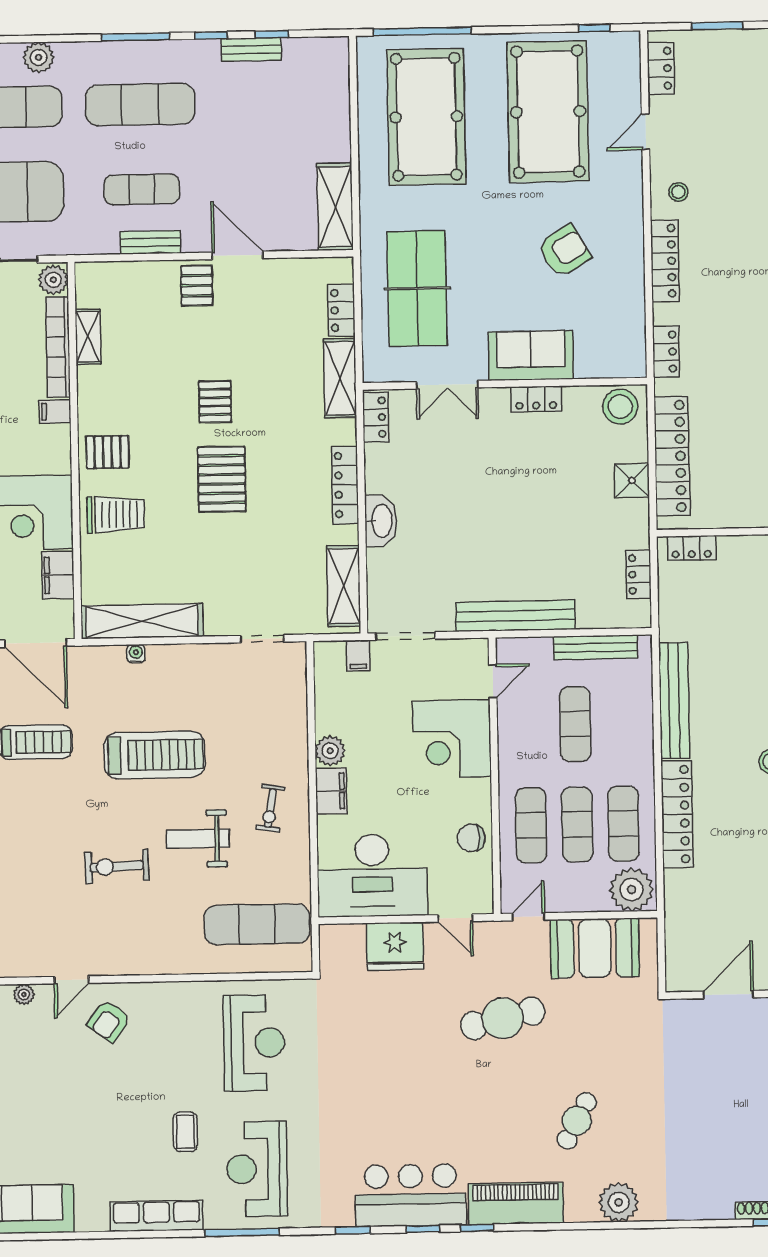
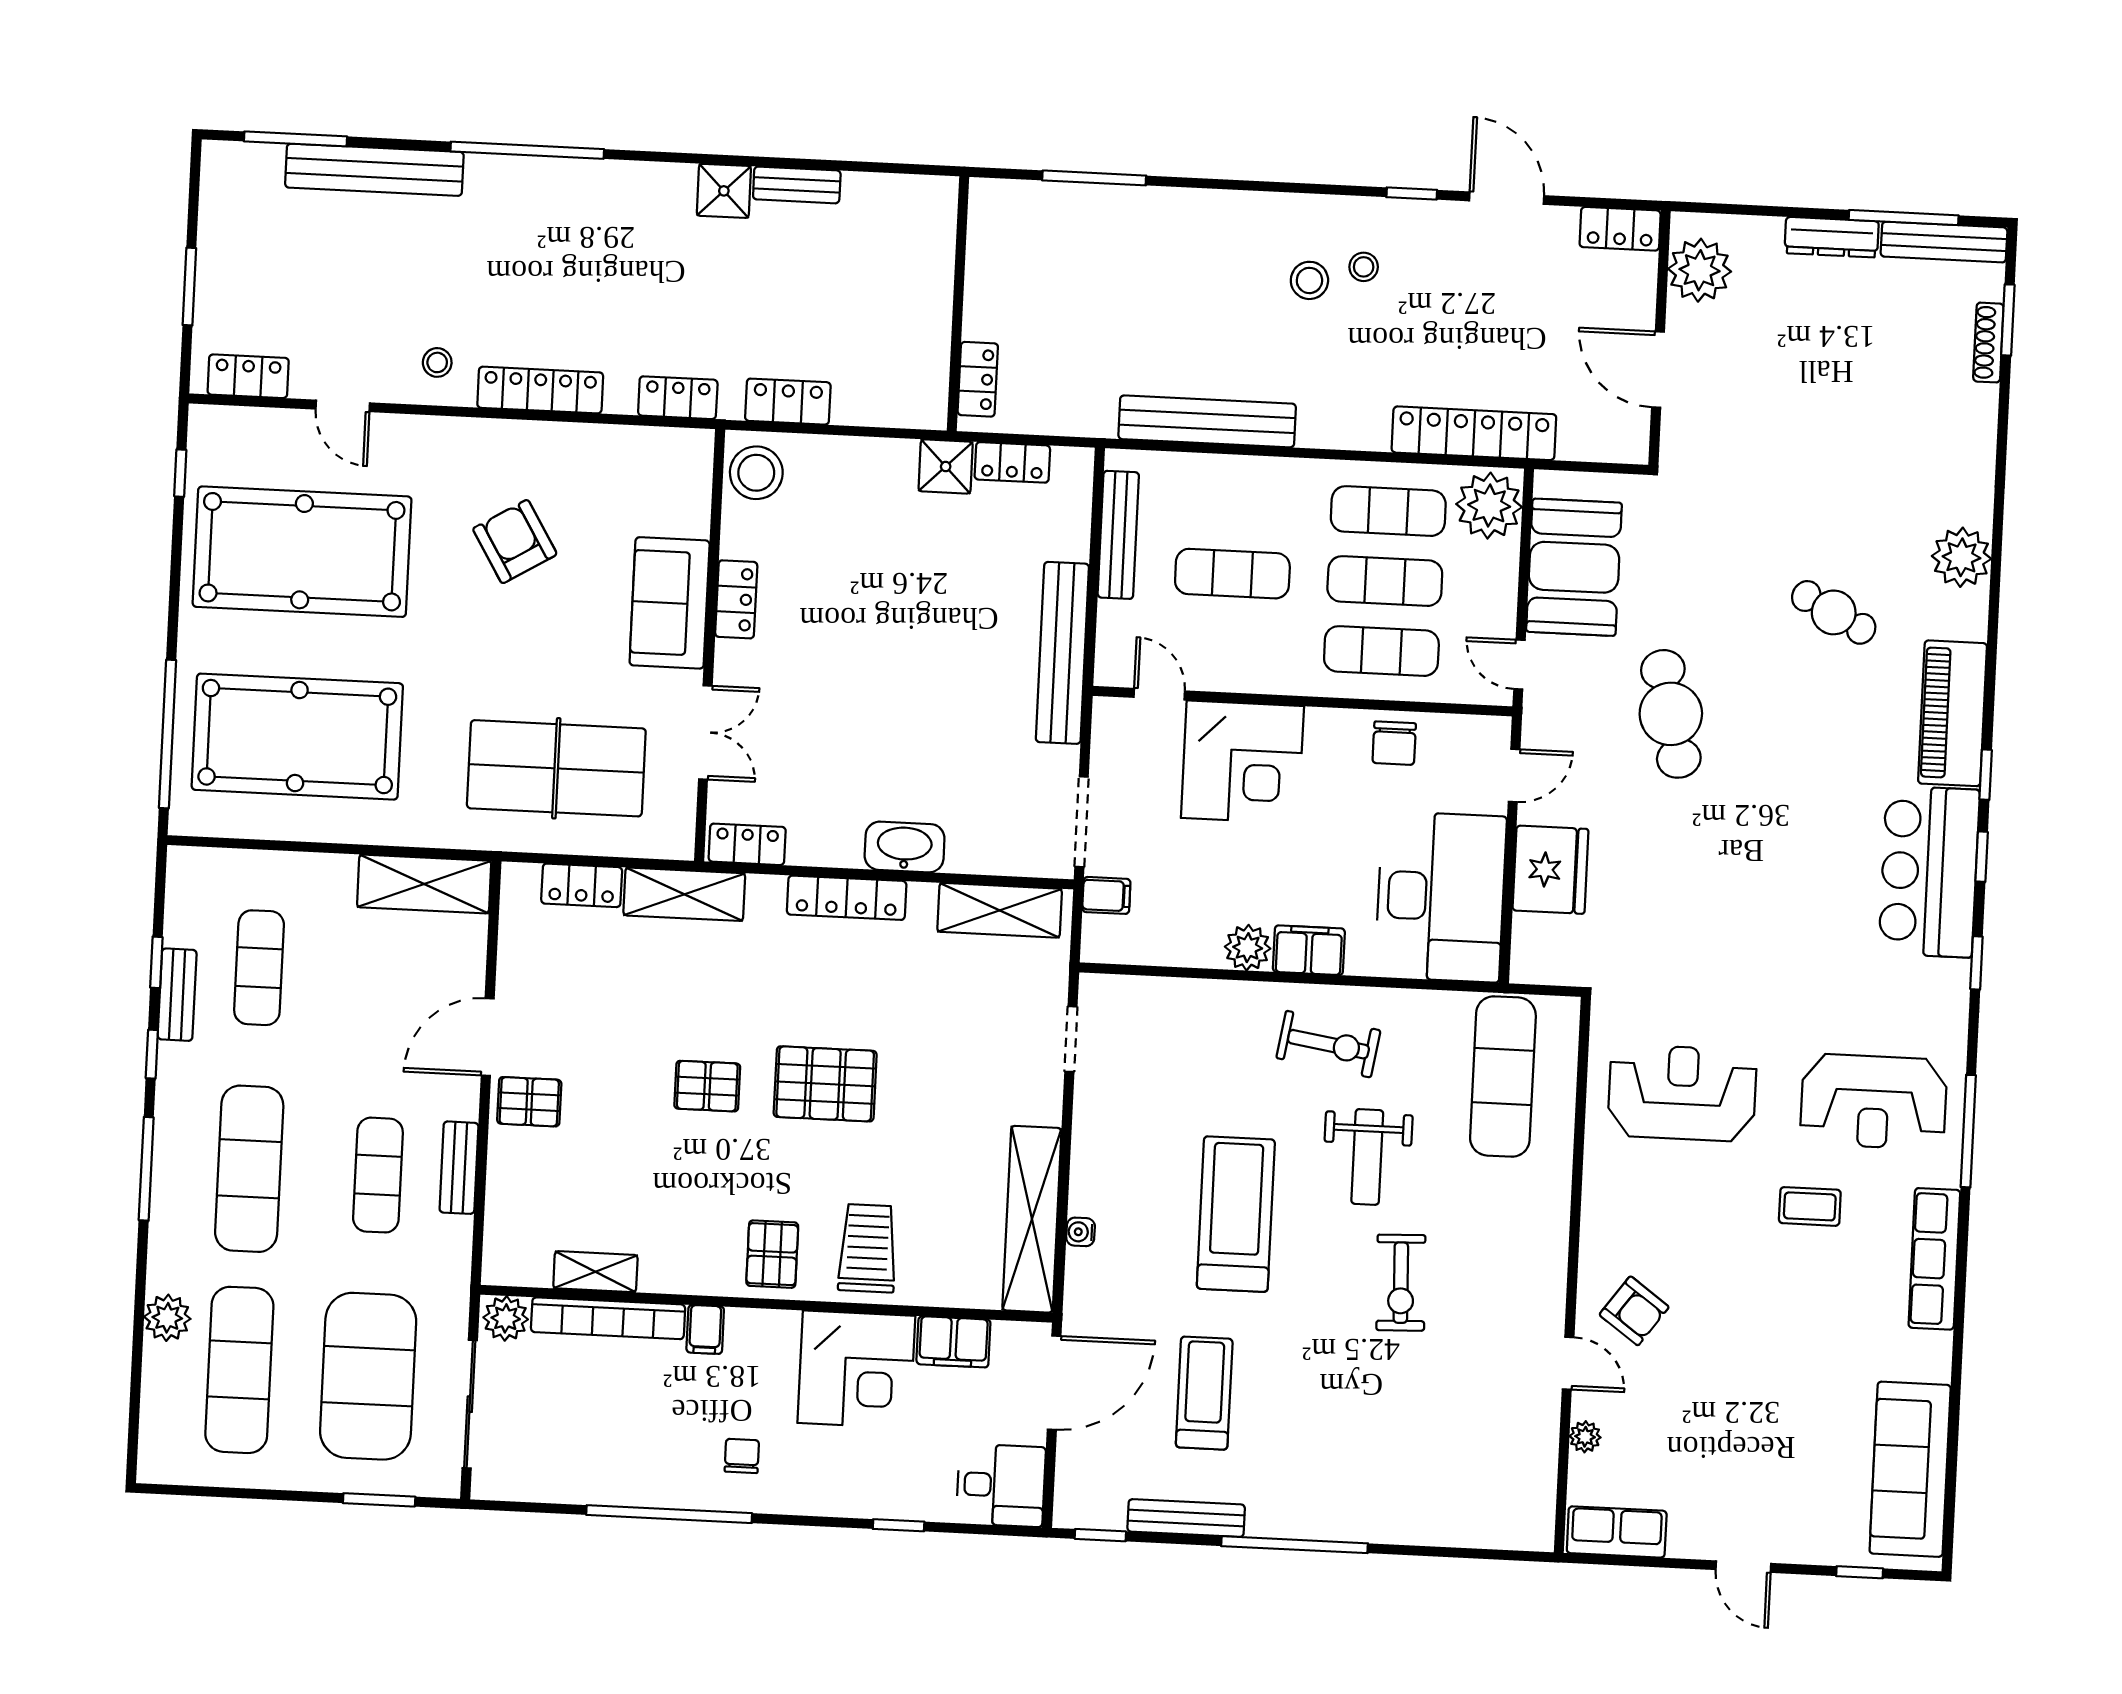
exercise mat: (273, 102) -> (259, 968), added
locker: (672, 456) -> (788, 402), width x0.46, depth x0.83
shower: (632, 480) -> (946, 466), moved
exercise bike: (270, 808) -> (1328, 1044), width x1.38, depth x1.39
locker: (677, 814) -> (1474, 433), moved

